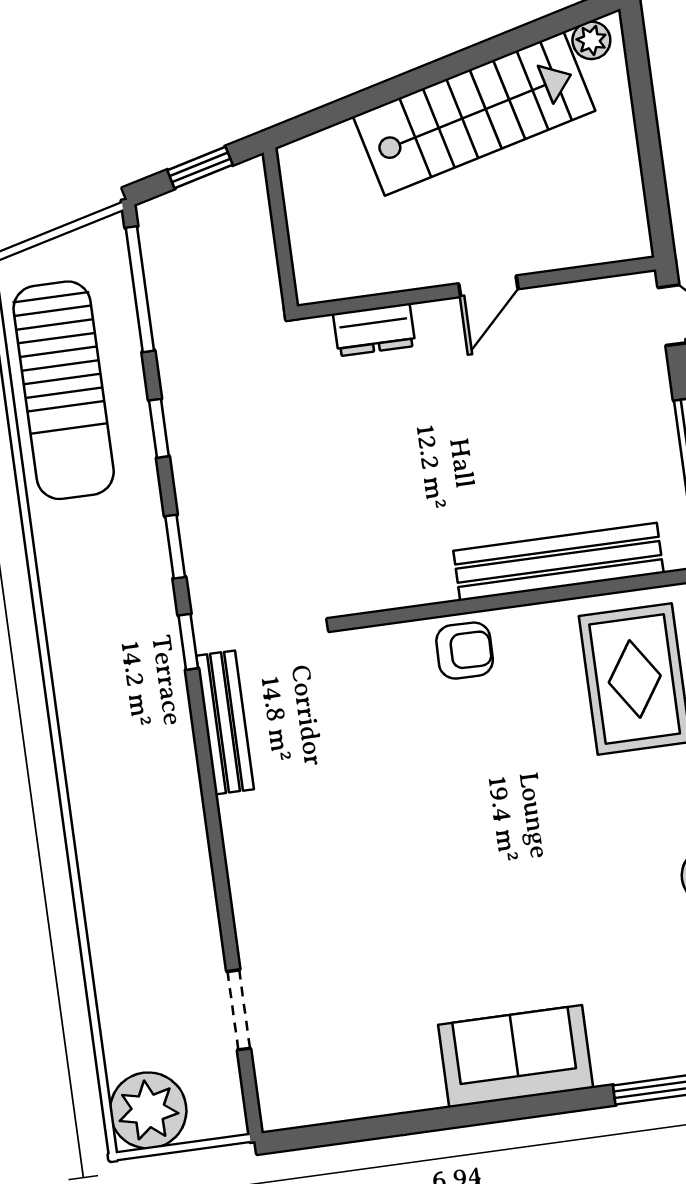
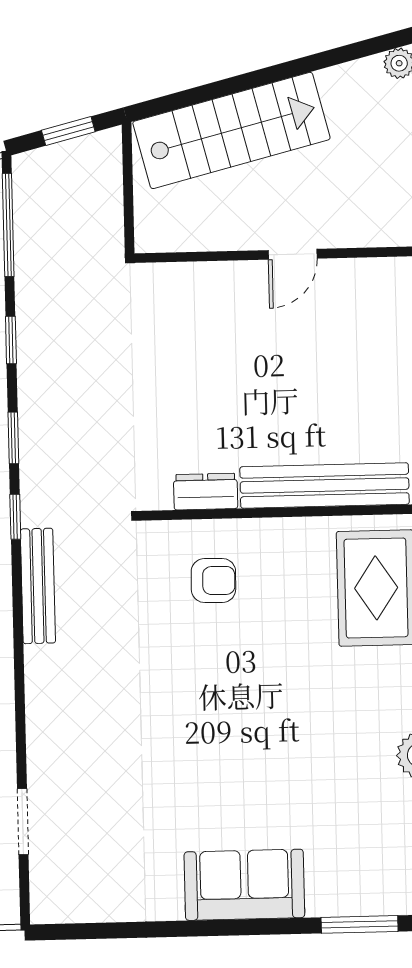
stairs: (474, 114) -> (231, 130), moved
dresser: (374, 330) -> (206, 492), moved, turned 180
armchair: (465, 651) -> (213, 580), moved

